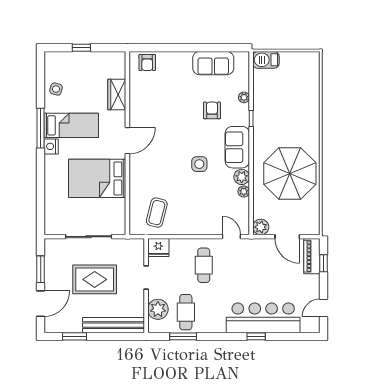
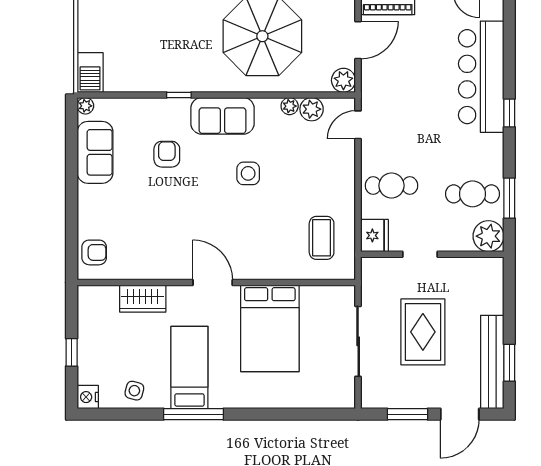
plant: (244, 97) -> (85, 106), moved
armchair: (212, 110) -> (167, 154), turned 90
nightstand: (51, 146) -> (88, 397), moved, turned 90
plant: (242, 177) -> (312, 109), moved
coffee table: (157, 213) -> (322, 238), turned 76
cafe table: (204, 265) -> (391, 186), moved
door: (41, 304) -> (460, 414), swing flipped
plant: (158, 309) -> (488, 236), moved
bench: (114, 325) -> (492, 362), moved
window: (256, 336) -> (509, 113), moved

